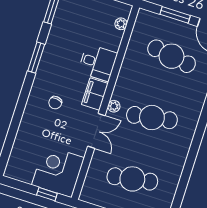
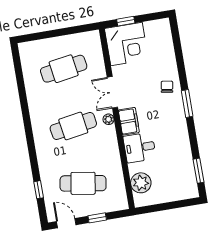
window: (175, 15) -> (97, 218), width x0.67
plant: (121, 24) -> (141, 183), width x1.87, depth x1.87
window: (36, 58) -> (187, 104), moved
chair: (55, 103) -> (167, 87), moved

